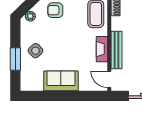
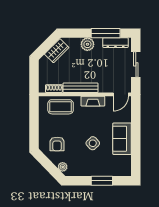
bench: (116, 50) -> (81, 88), moved
side table: (35, 51) -> (93, 143), moved

